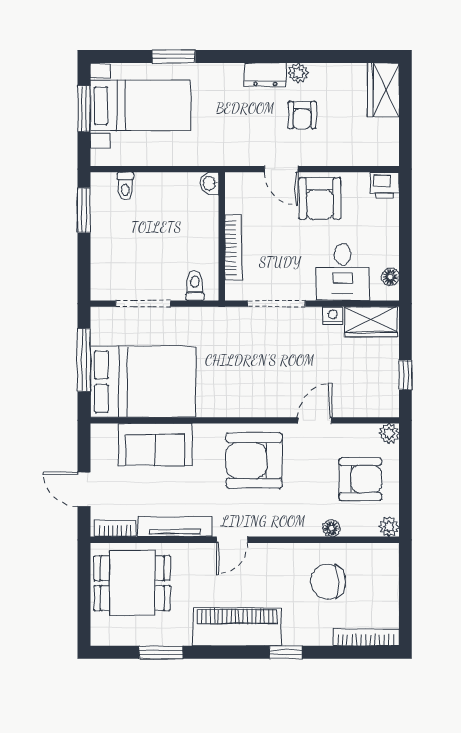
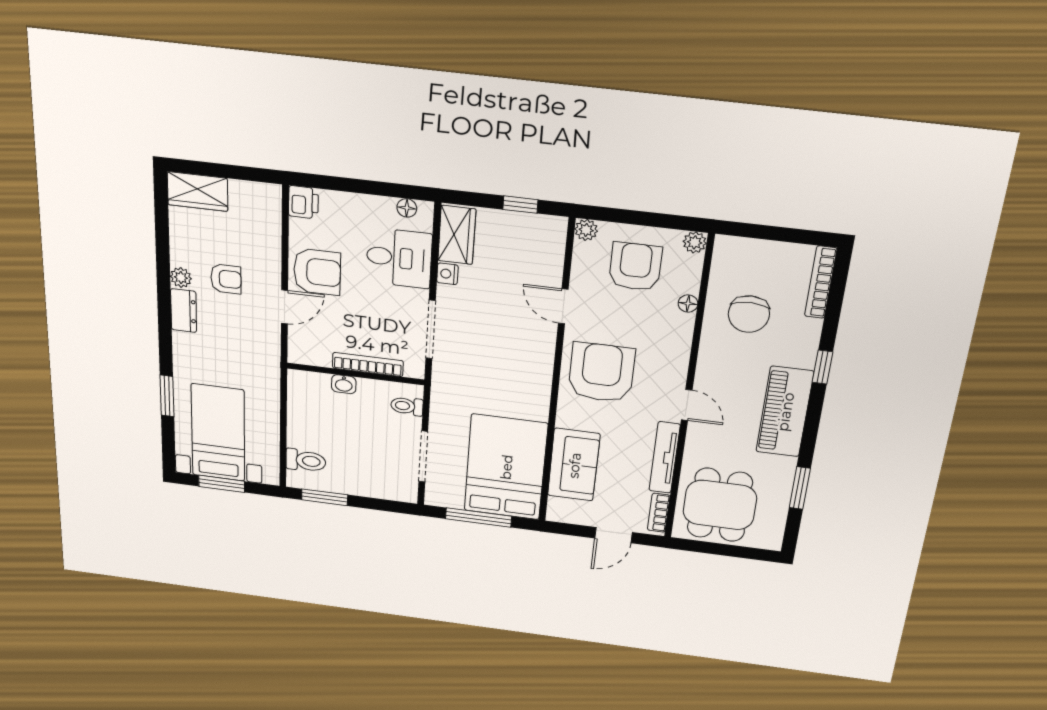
washbasin: (210, 183) -> (344, 384), moved
toilet: (125, 186) -> (306, 461), width x1.37, depth x1.39
armchair: (254, 460) -> (601, 373), turned 180

